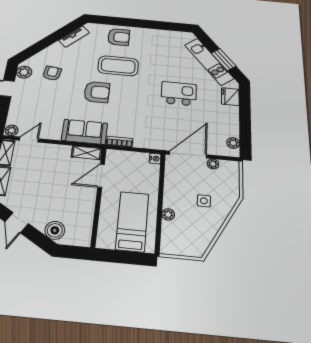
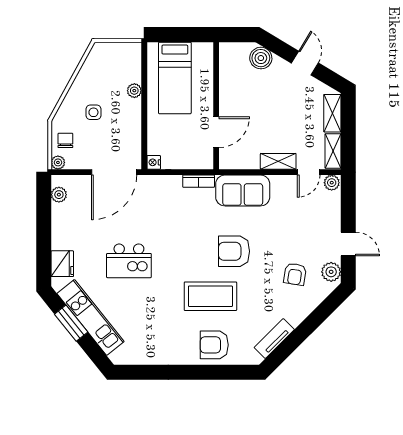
shelving: (87, 153) -> (278, 161), moved
plant: (213, 164) -> (58, 162), moved
chair: (228, 182) -> (65, 140), added

